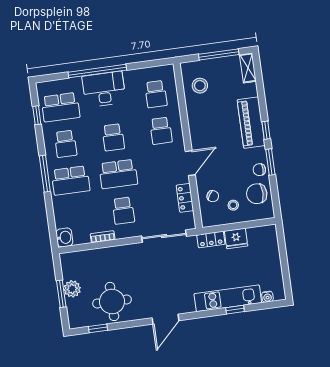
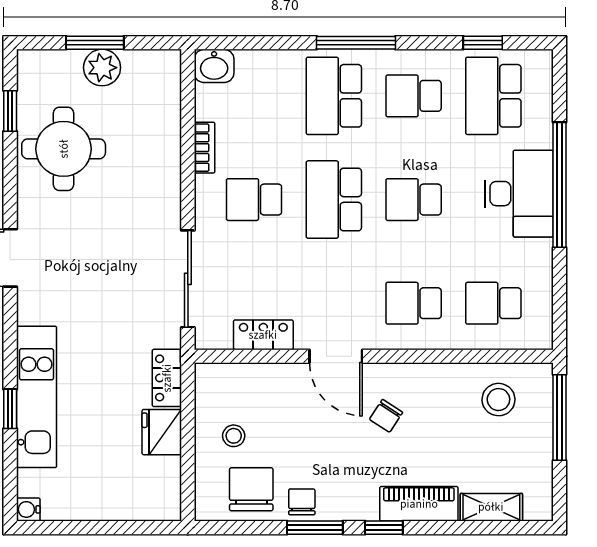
window: (219, 54) -> (560, 418), moved
shelving: (248, 68) -> (491, 507), moved
piano: (251, 123) -> (419, 504), width x0.73, depth x0.75
chair: (213, 196) -> (386, 416), moved
water cooler: (267, 297) -> (28, 509), moved

